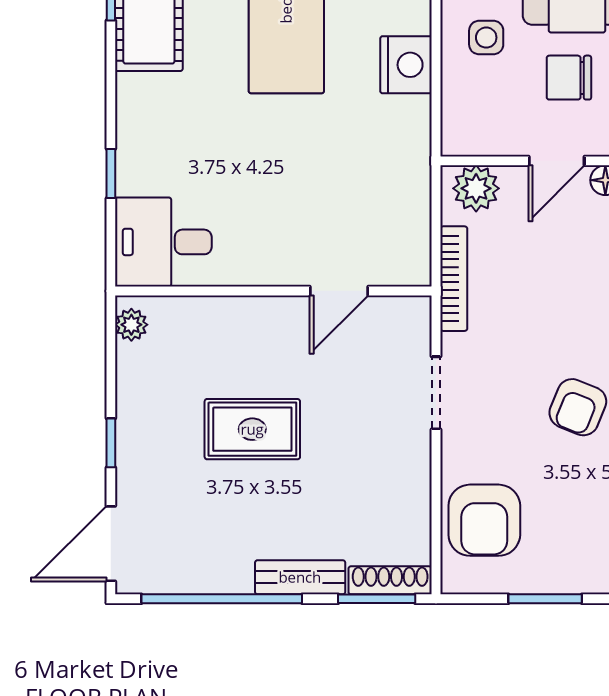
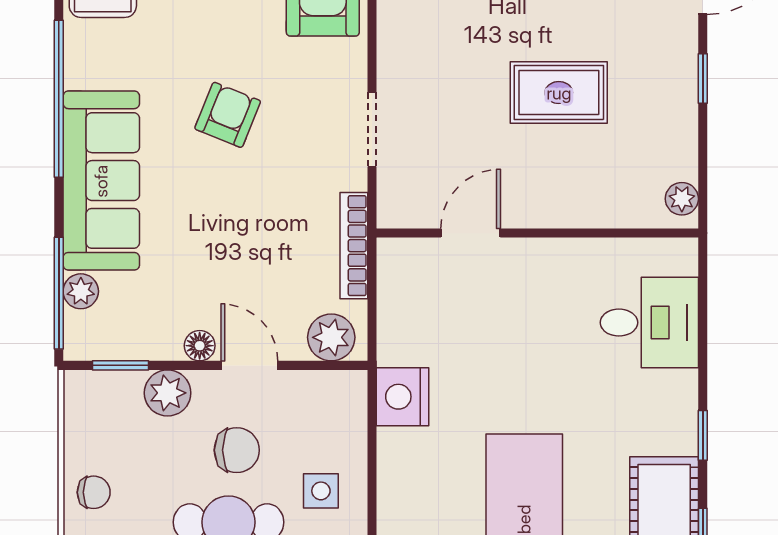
nightstand: (406, 65) -> (403, 397), moved
door: (557, 161) -> (249, 365), hinge flipped
window: (111, 174) -> (703, 435), moved
desk: (163, 242) -> (649, 323), moved

